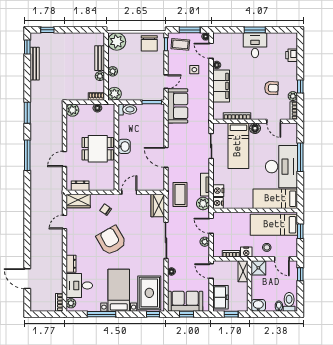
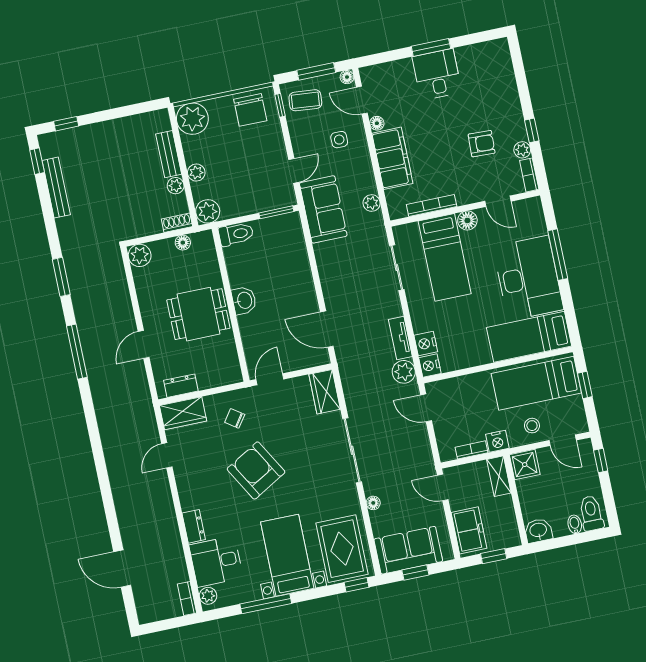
printer: (292, 55) -> (505, 78), removed
door: (166, 157) -> (327, 329), moved
coffee table: (180, 195) -> (360, 364), removed
plant: (205, 242) -> (372, 203), moved

